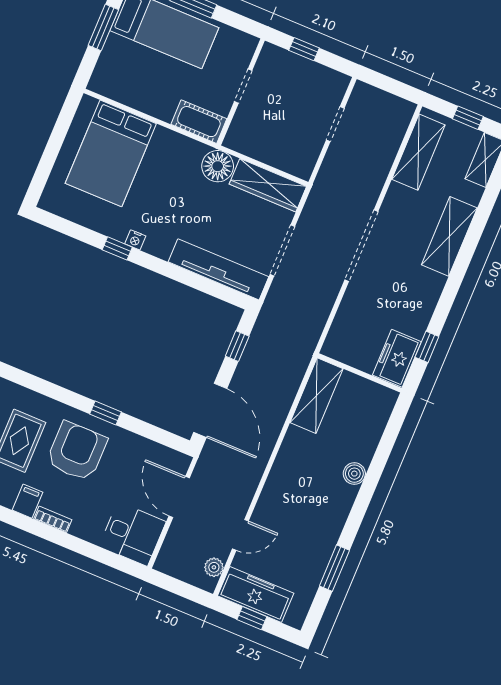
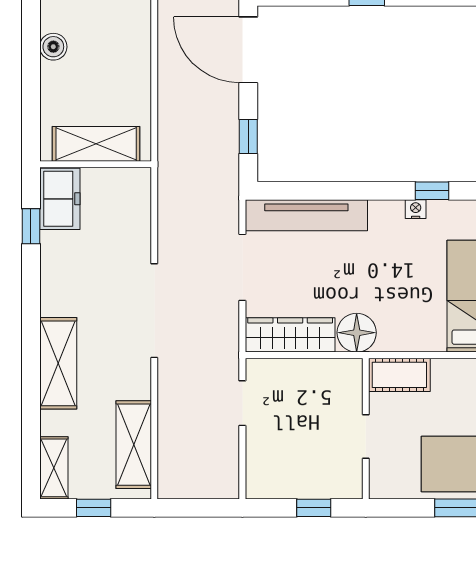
doorway: (335, 124) -> (242, 403), moved
shelving: (316, 396) -> (96, 144), moved, turned 90

